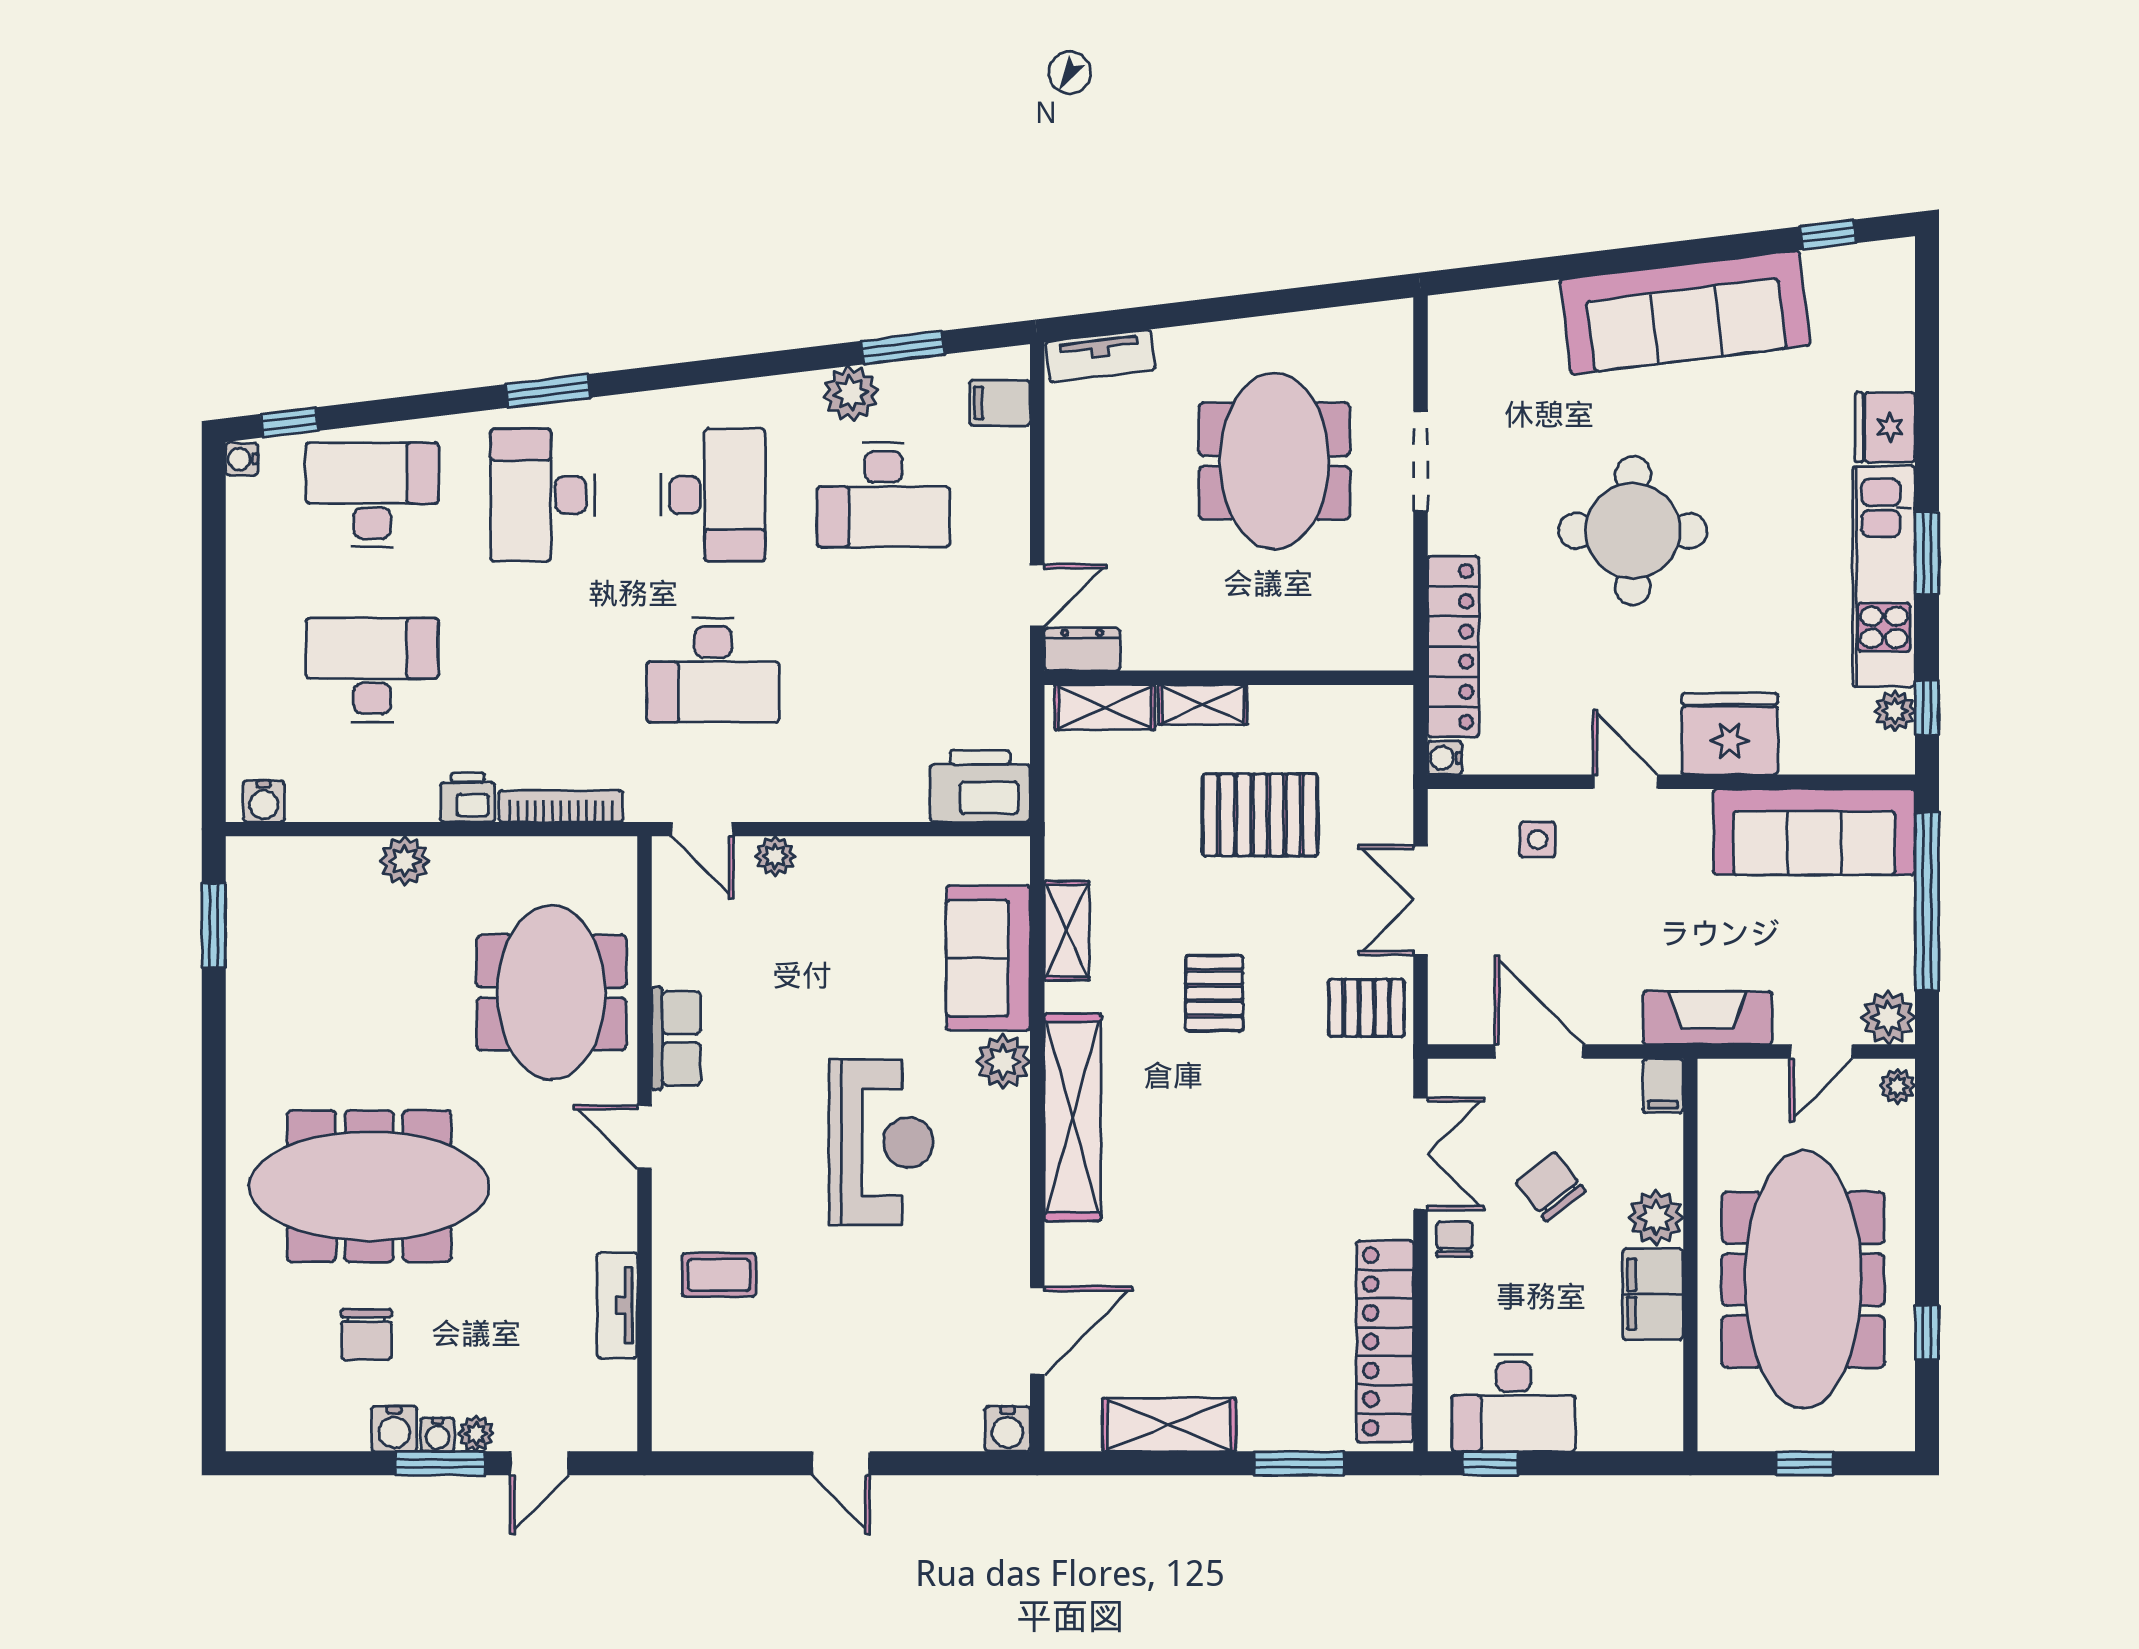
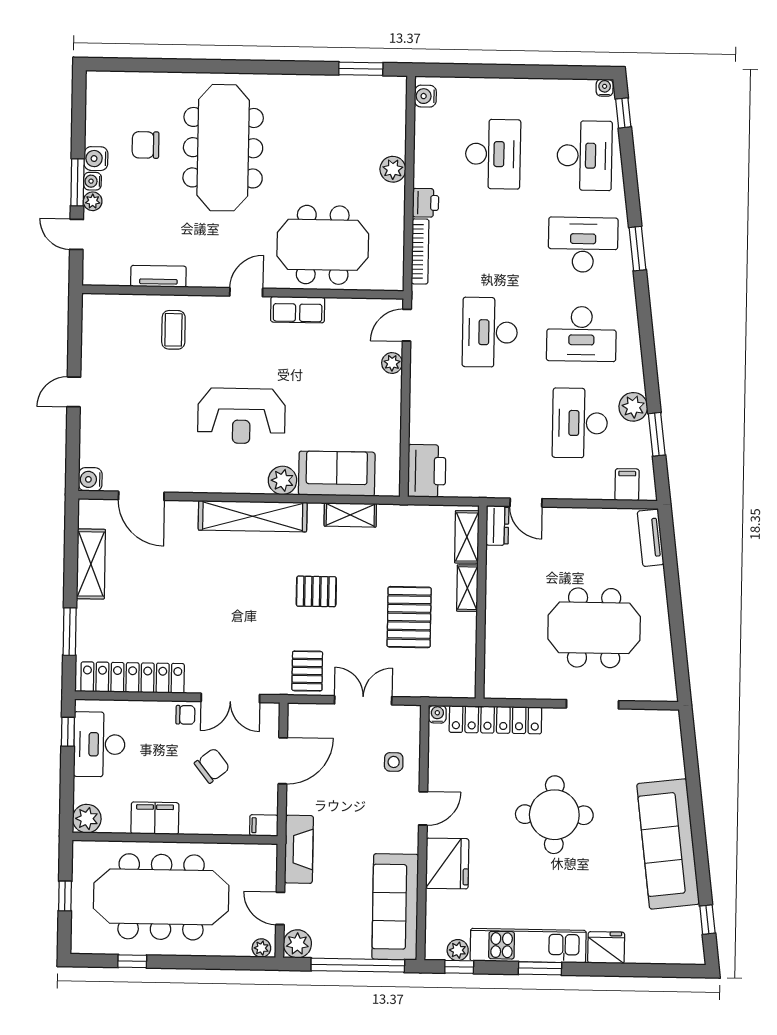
plant: (1656, 1218) -> (87, 819), moved

